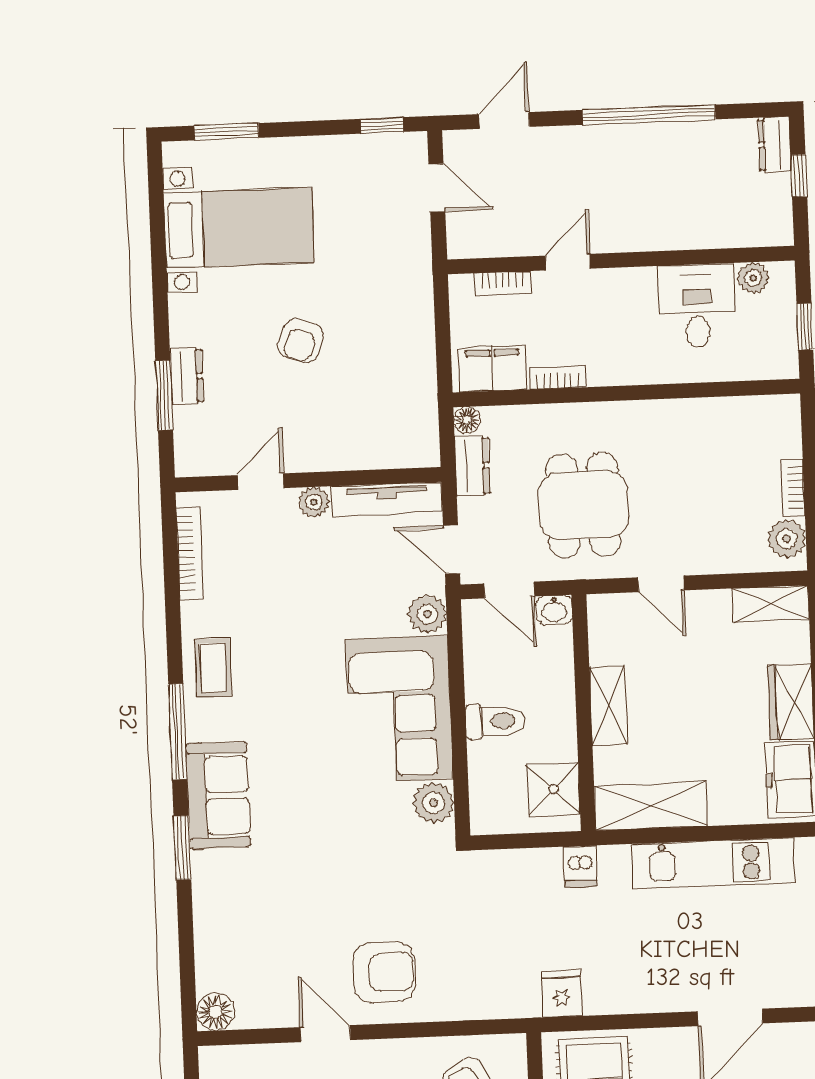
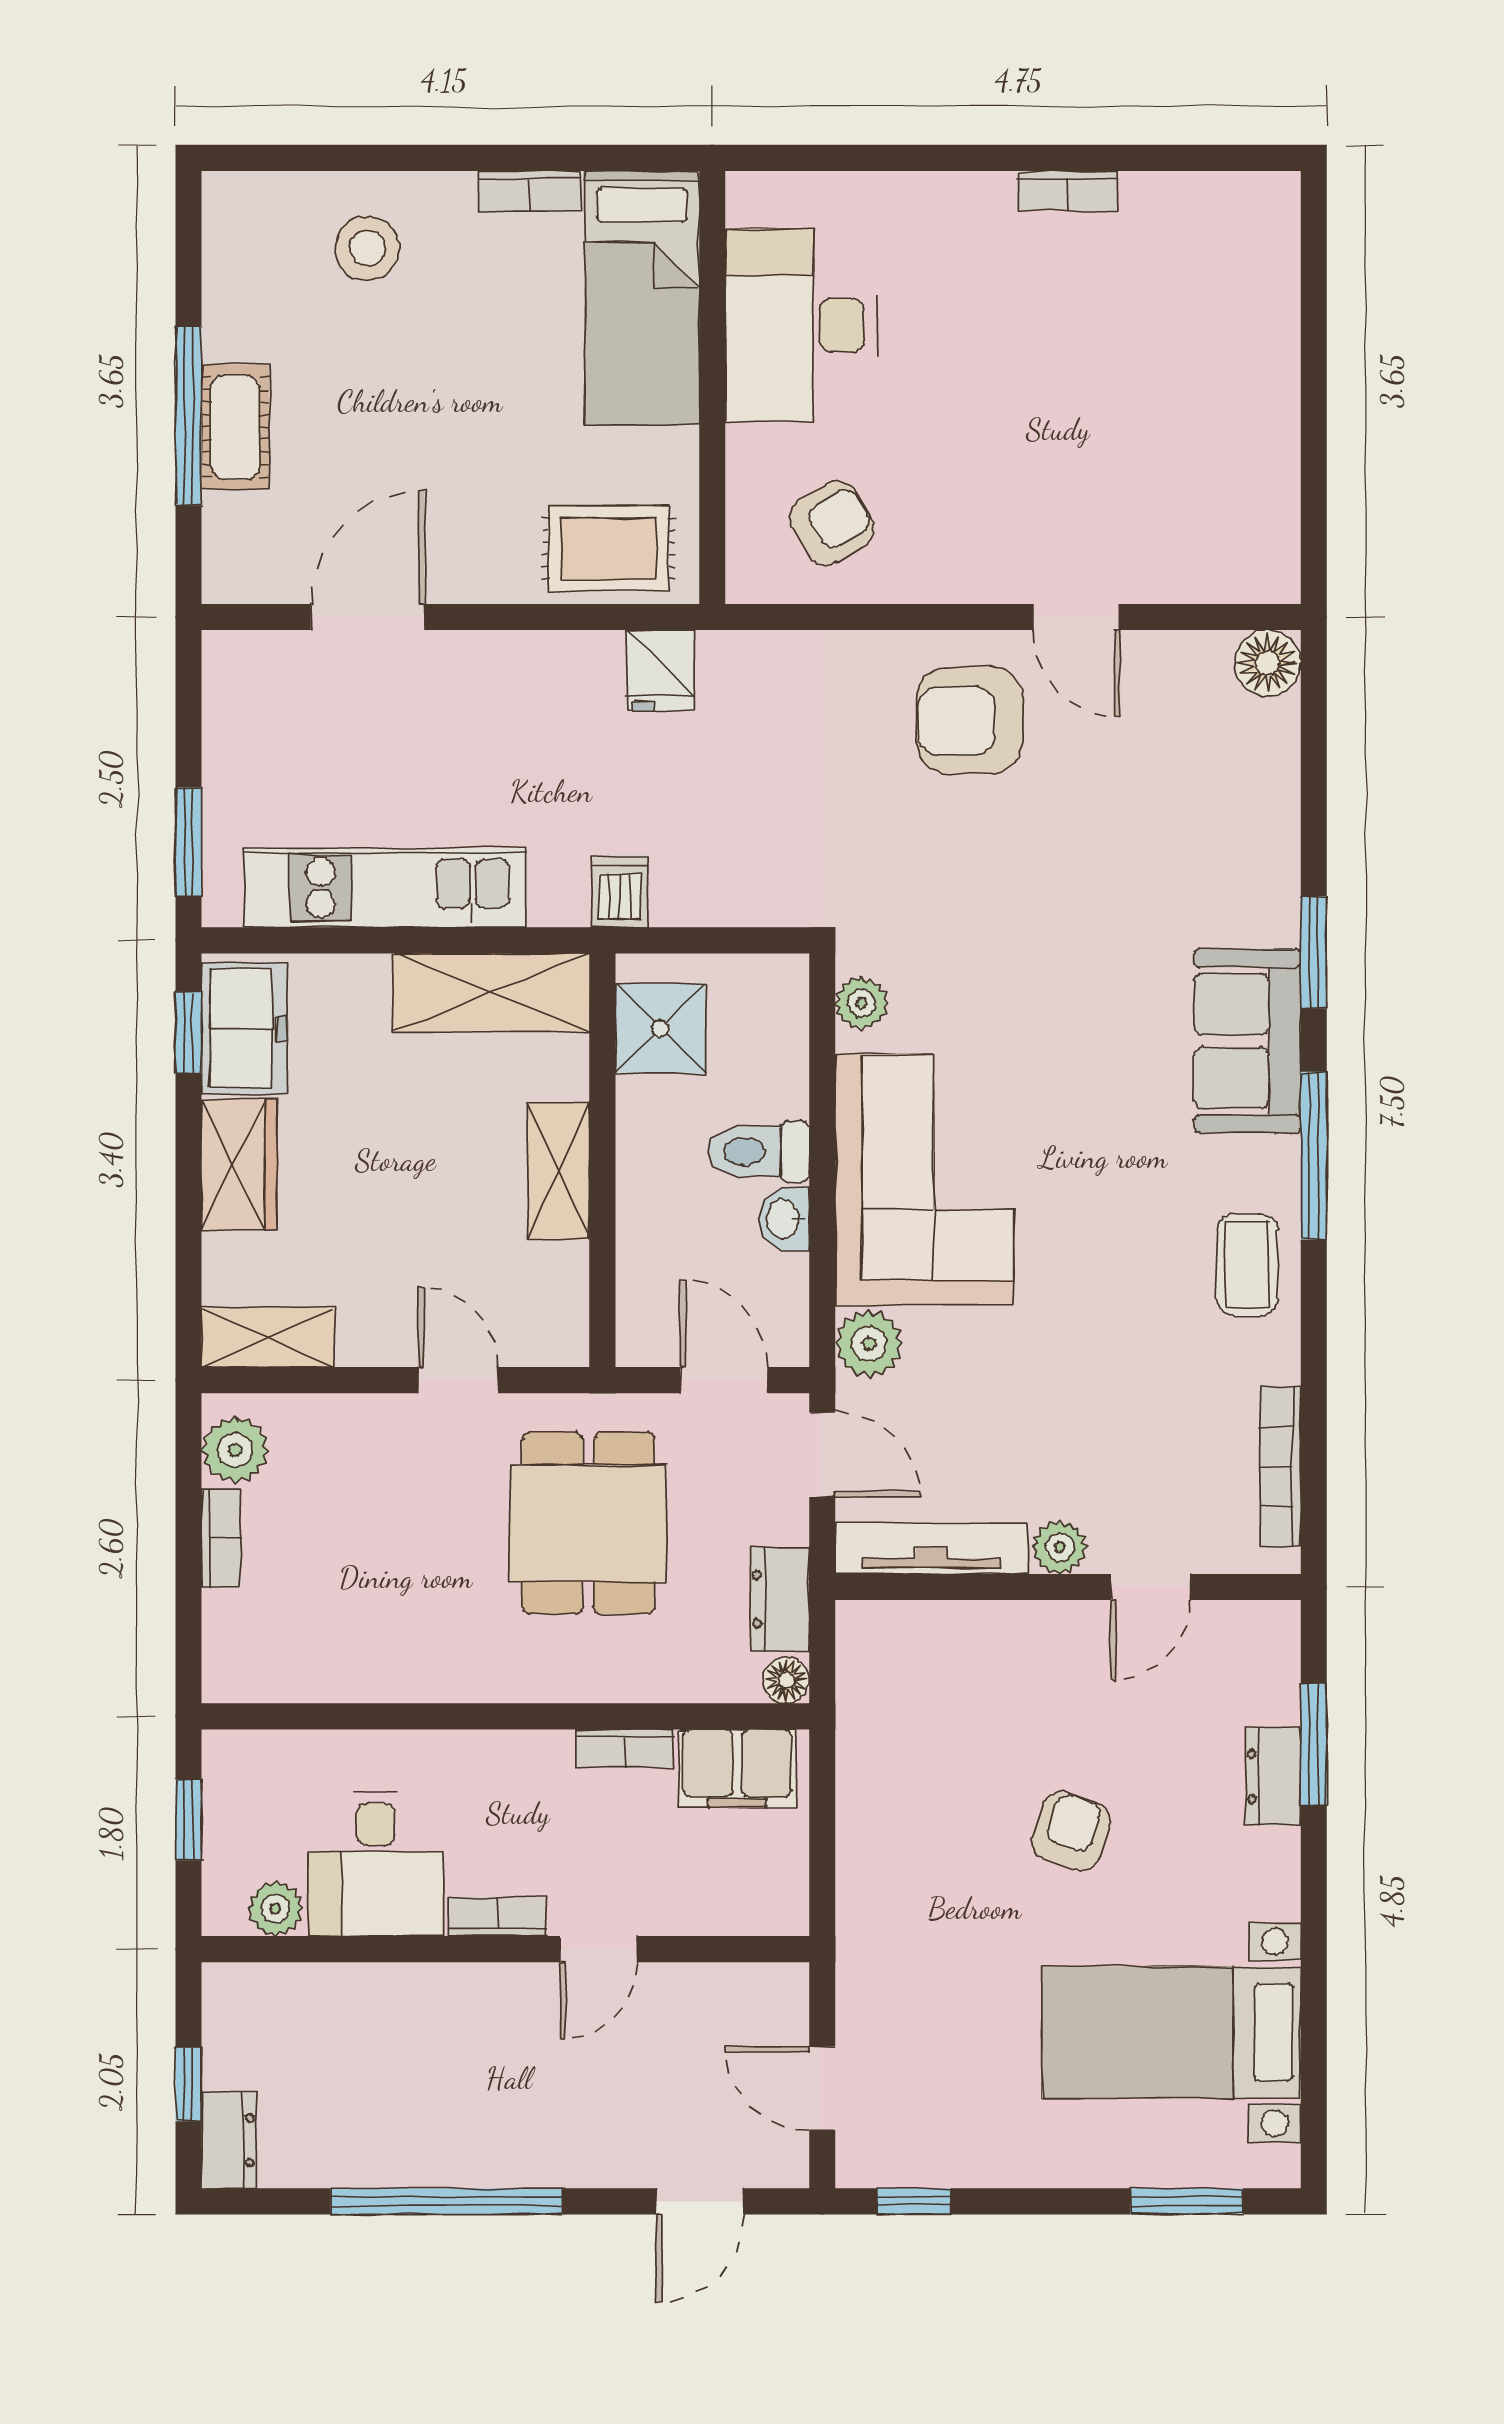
bookcase: (502, 283) -> (497, 1917), moved
washbasin: (554, 610) -> (784, 1219), moved, turned -90
plant: (433, 803) -> (862, 1003), width x0.73, depth x0.73

